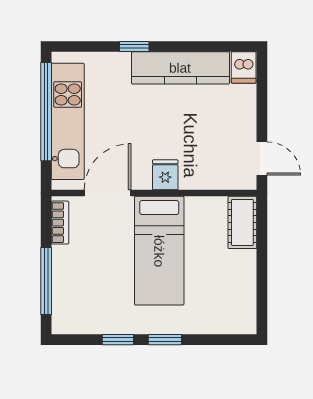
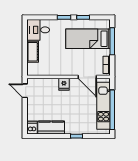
kitchen counter: (180, 68) -> (51, 127), width x0.67
door: (108, 193) -> (87, 77), hinge flipped
cot: (242, 222) -> (33, 52), moved
bed: (159, 251) -> (88, 39), moved, turned -90
desk: (229, 309) -> (38, 30), added

